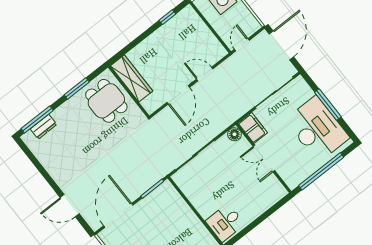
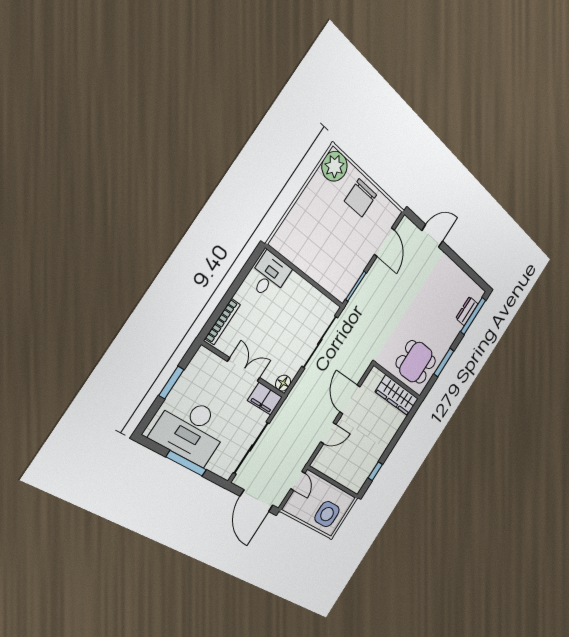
window: (321, 171) -> (171, 383), width x0.47
bookcase: (271, 201) -> (223, 322), added
door: (118, 215) -> (384, 242), width x0.73

